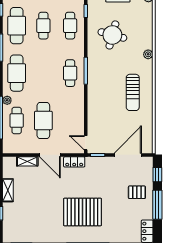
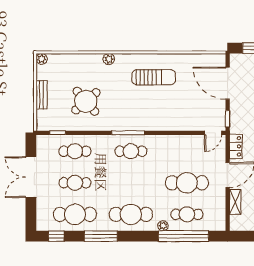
round table: (112, 35) -> (86, 101), turned 34

